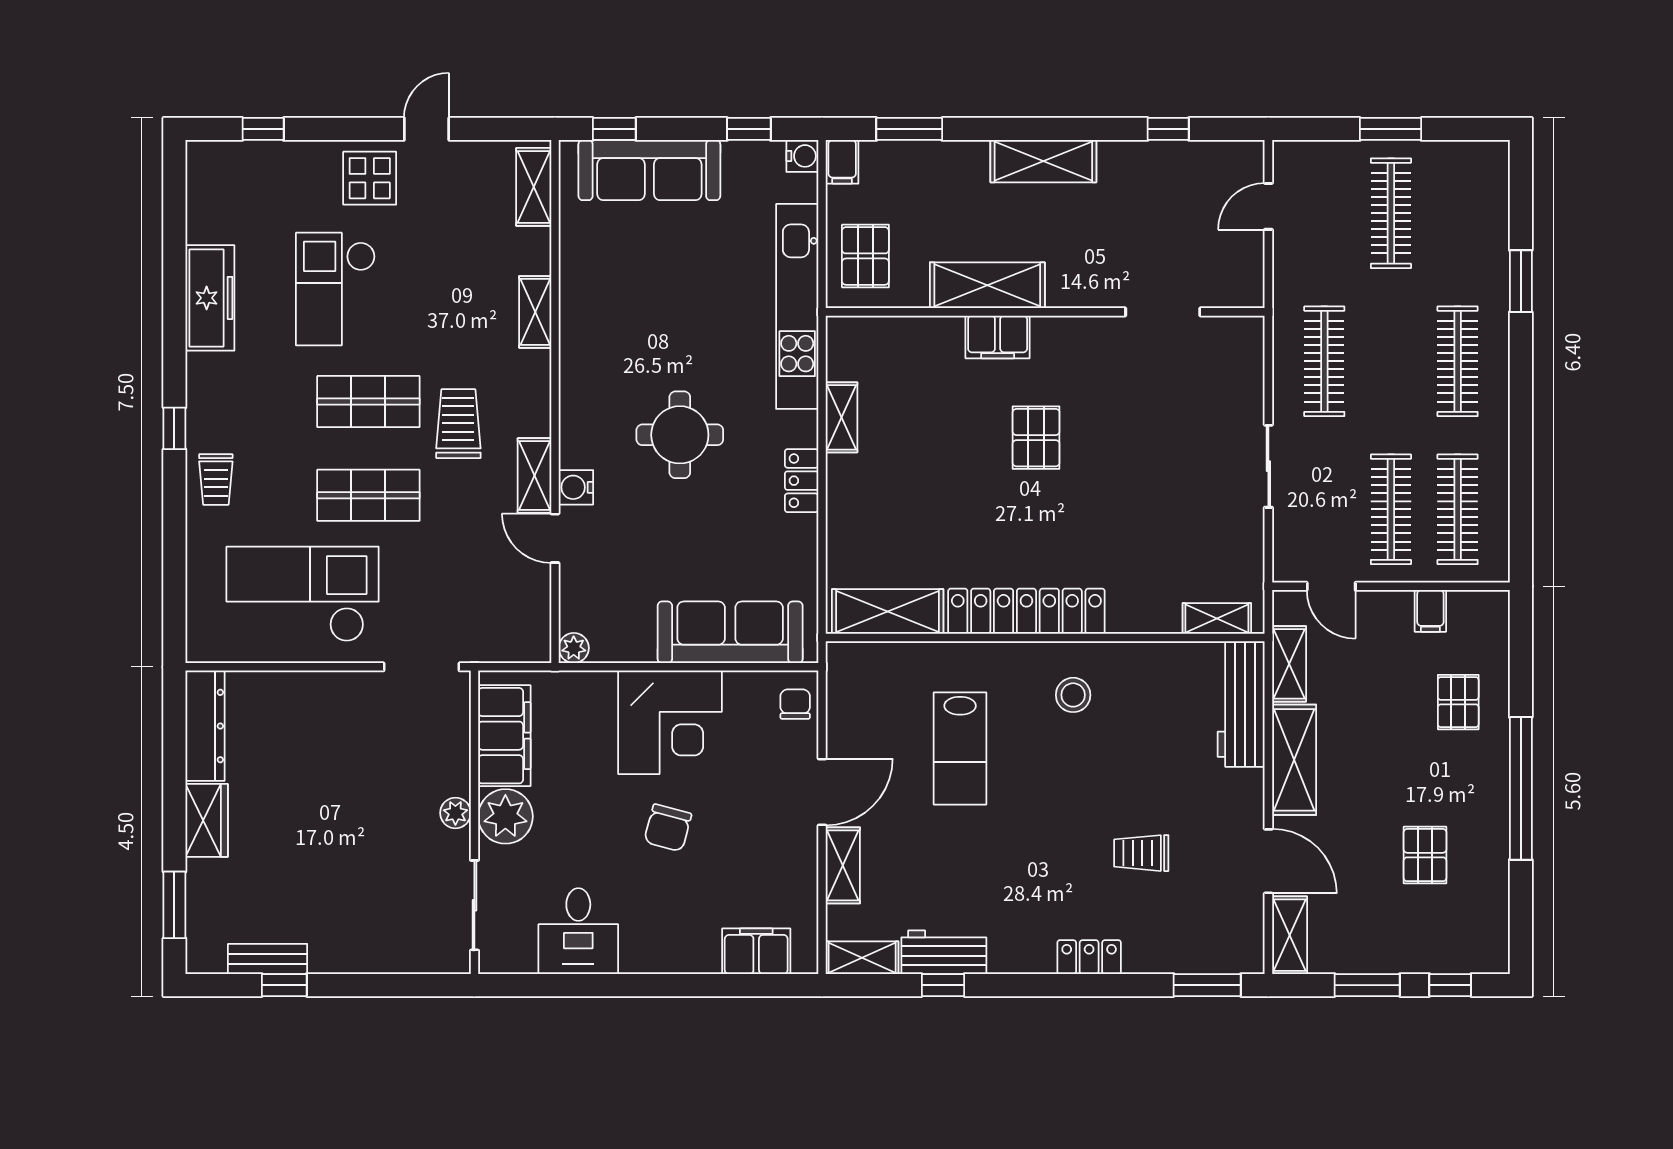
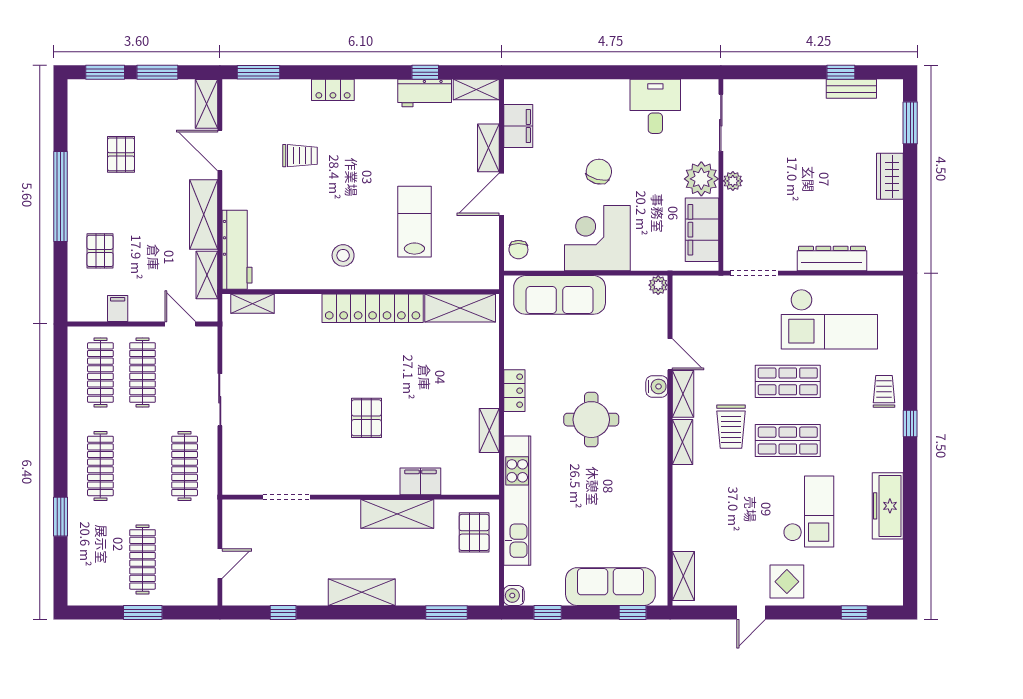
filing cabinet: (842, 162) -> (489, 592), removed
shelving: (535, 312) -> (683, 442), moved
filing cabinet: (998, 337) -> (420, 481), moved
dresser: (205, 726) -> (832, 259), moved, turned 90
filing cabinet: (756, 951) -> (518, 126), moved, turned -90
window: (1450, 985) -> (105, 72), width x1.50

